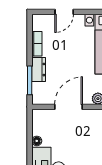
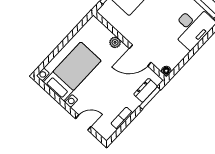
dresser: (39, 70) -> (146, 90), moved
floor lamp: (37, 141) -> (166, 71), moved

